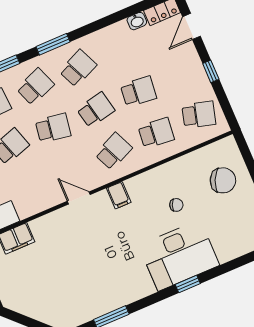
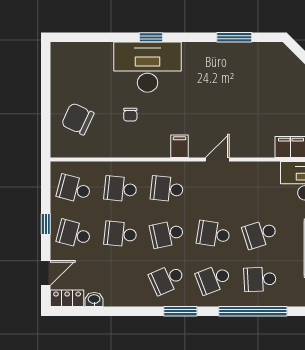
school desk: (181, 73) -> (74, 234), added
school desk: (113, 151) -> (167, 189), turned 30
door: (79, 198) -> (217, 160), swing flipped
chair: (176, 205) -> (130, 115), turned -111

